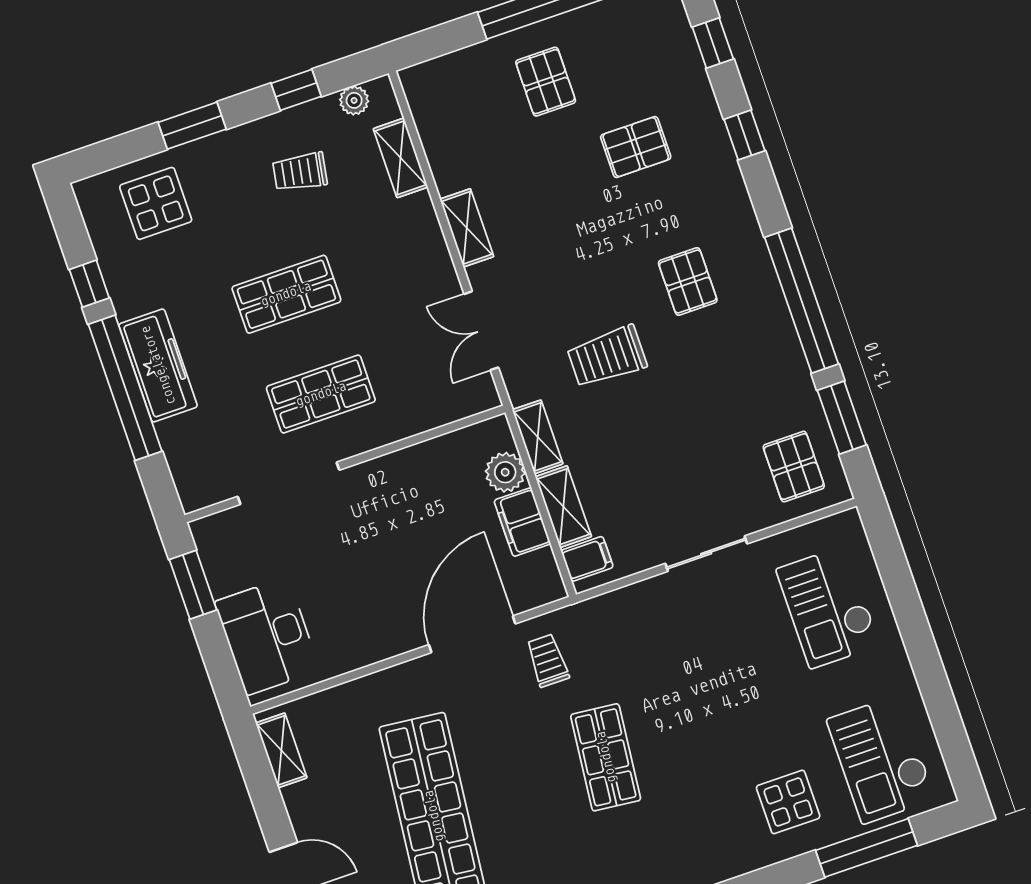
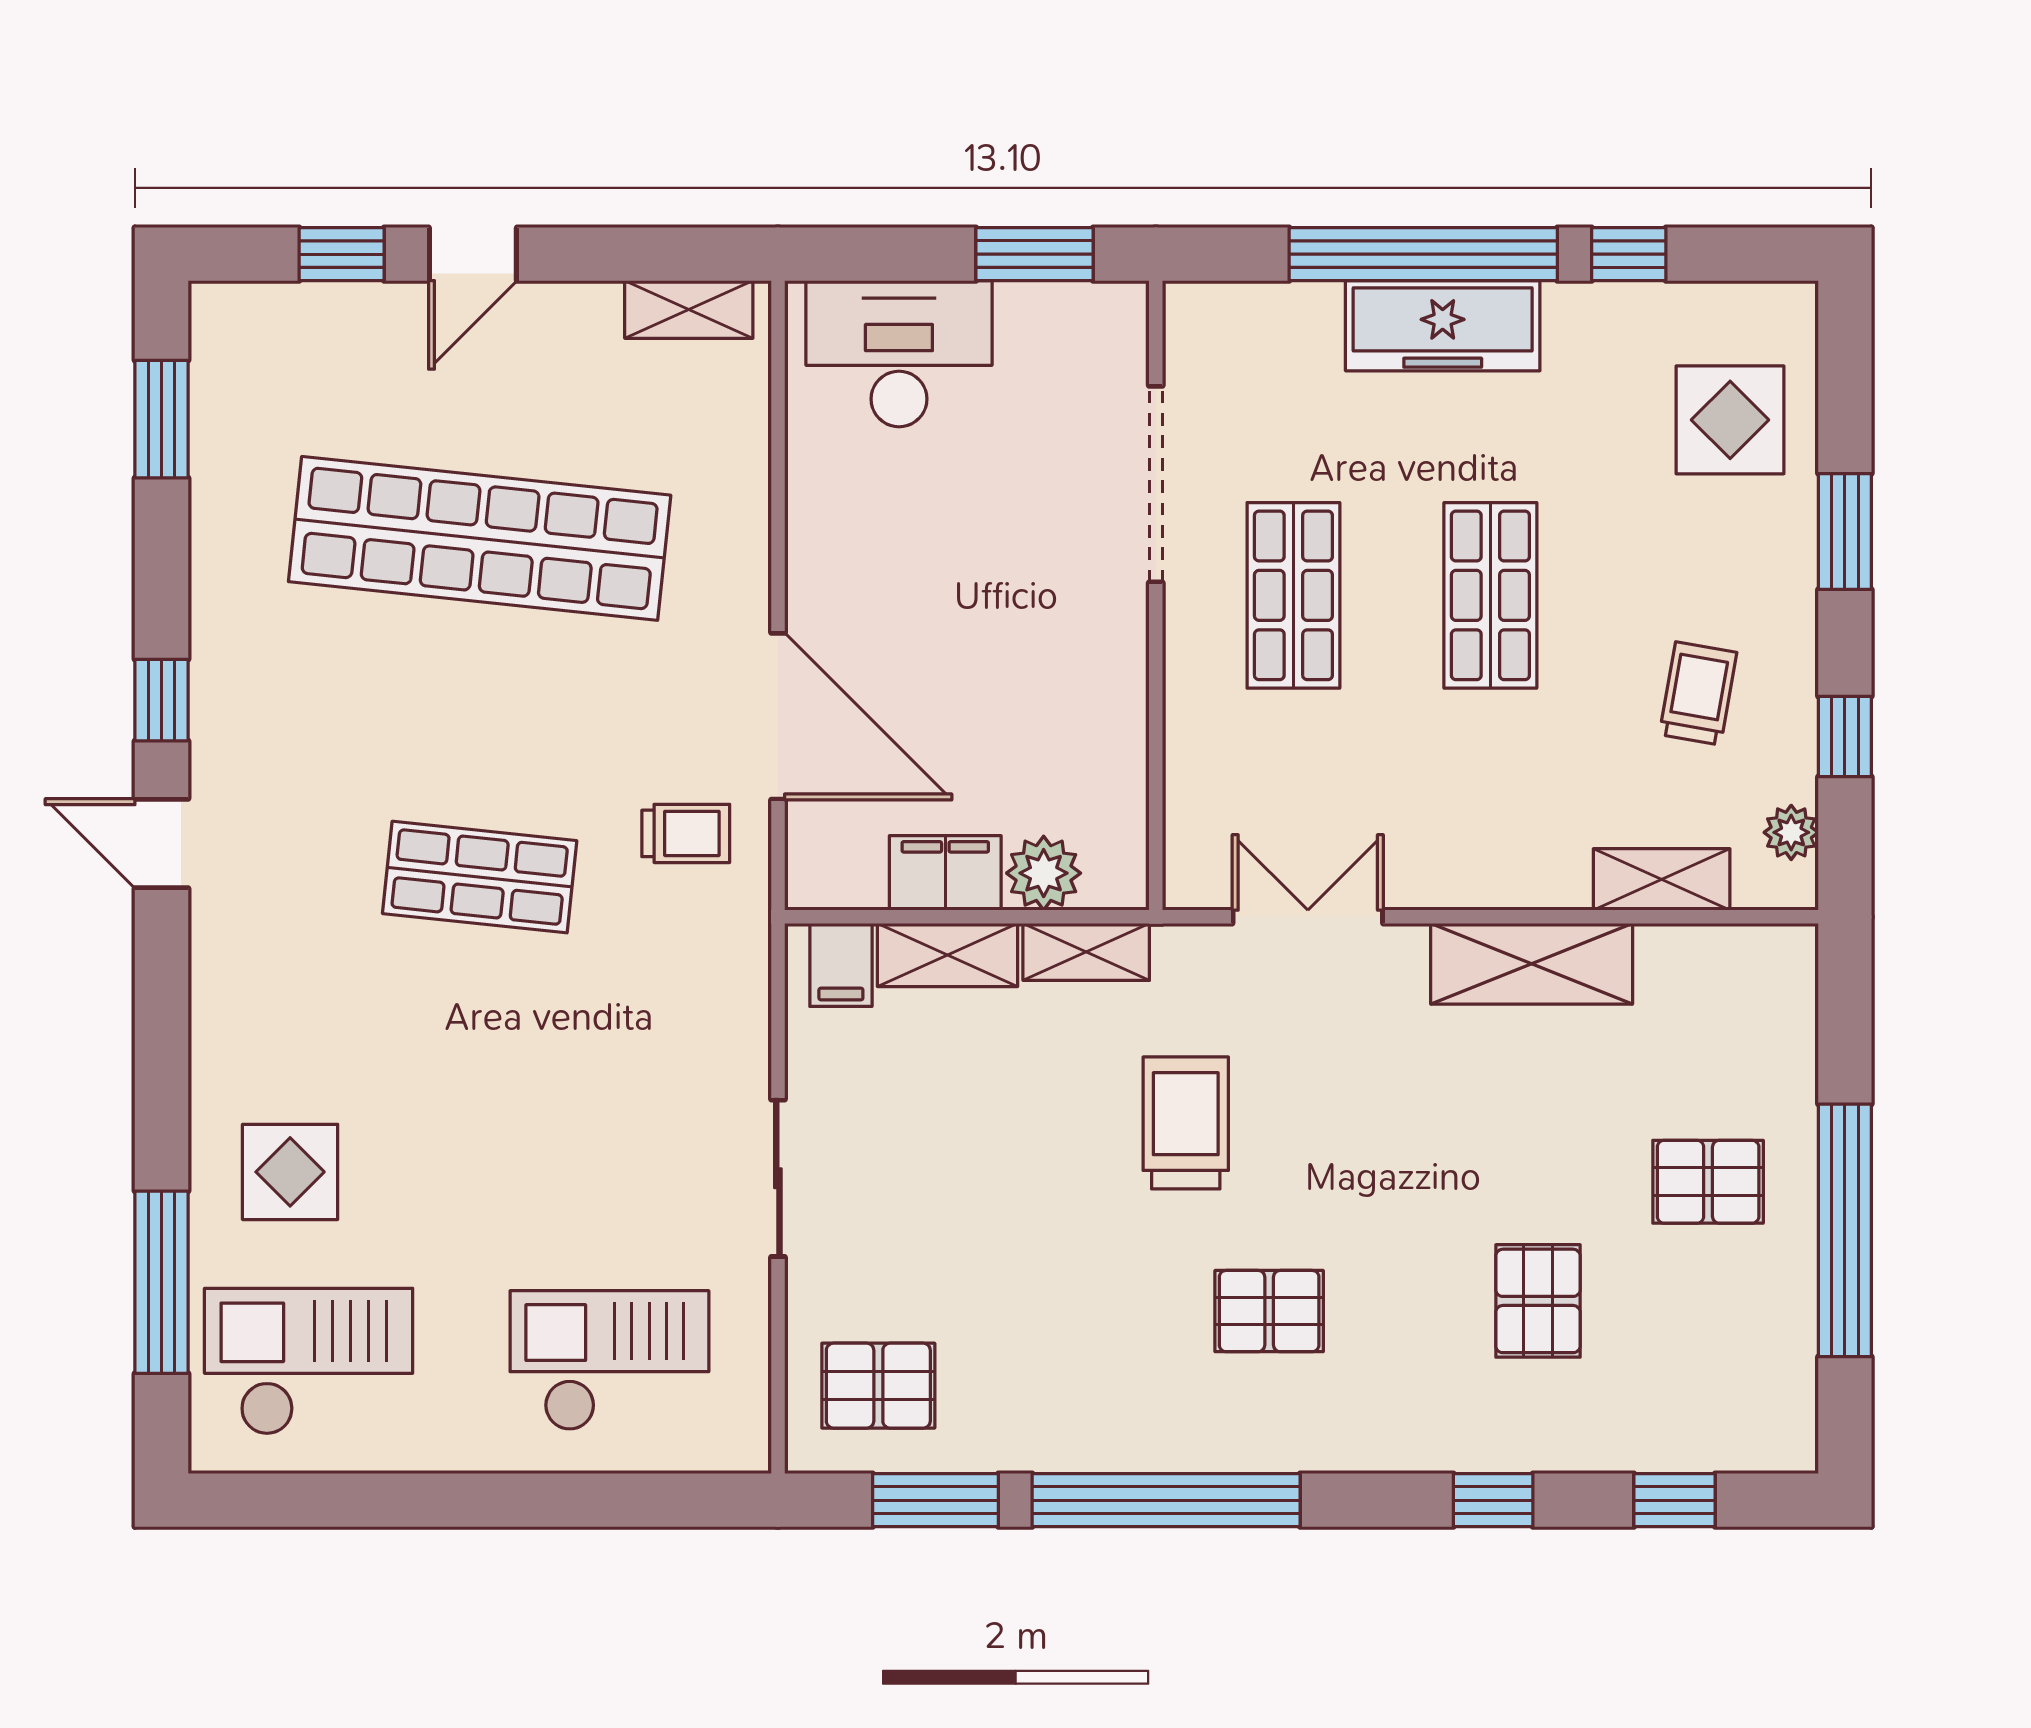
shelving: (467, 228) -> (1532, 964), width x1.50, depth x1.33

